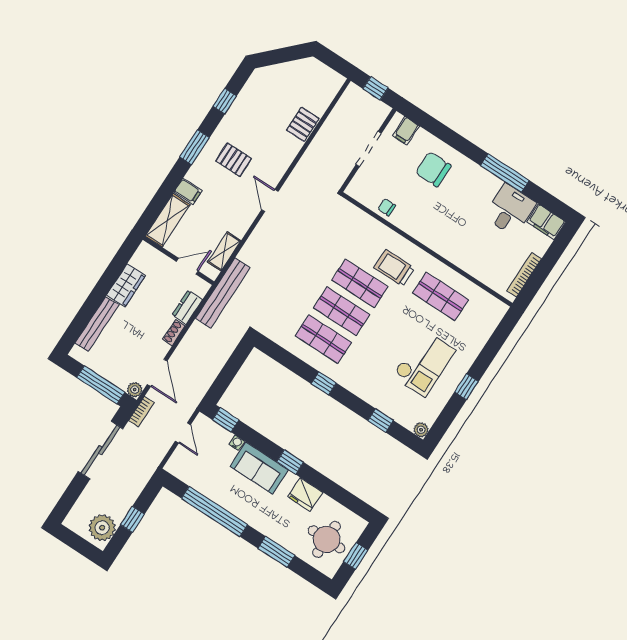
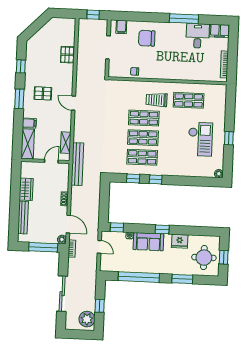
dresser: (187, 307) -> (64, 182), removed
window: (381, 421) -> (133, 178), moved
sliding door: (101, 450) -> (62, 294), moved

